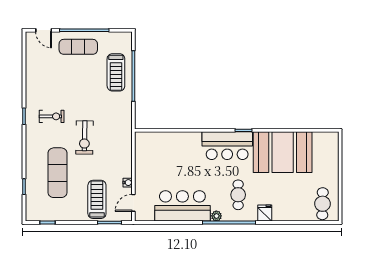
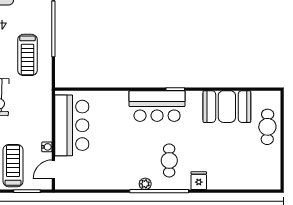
treadmill: (116, 72) -> (28, 55), moved
booth: (283, 152) -> (227, 107), width x0.73, depth x0.70
cafe table: (323, 204) -> (267, 127), moved
bar counter: (182, 206) -> (72, 125), moved, turned 90

